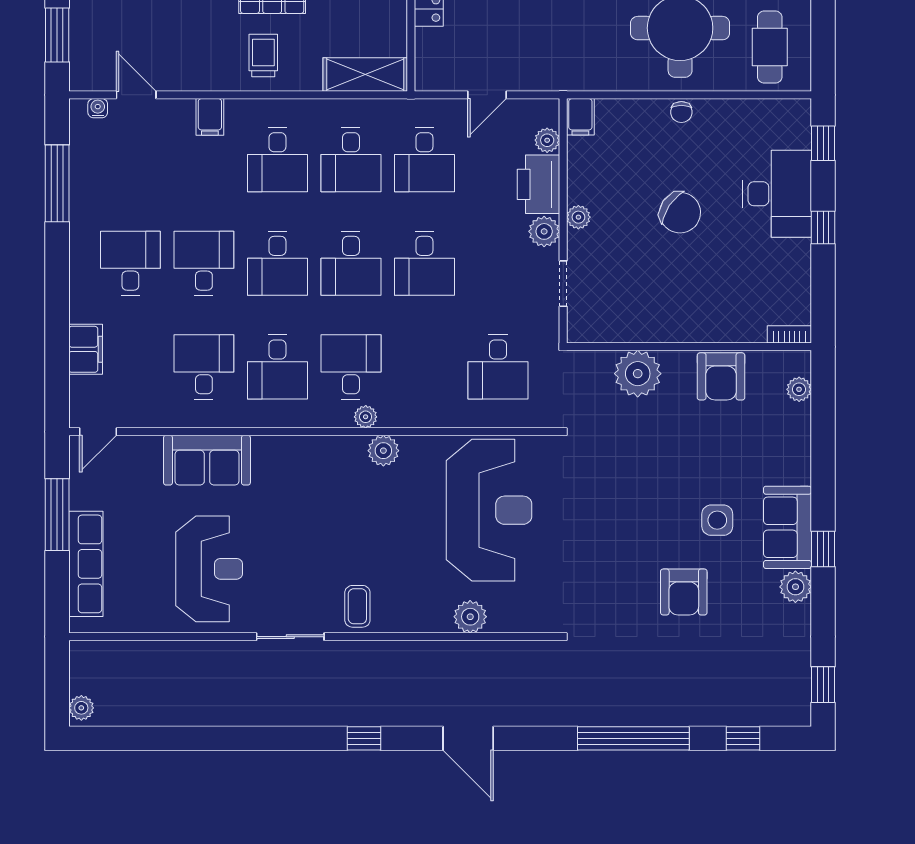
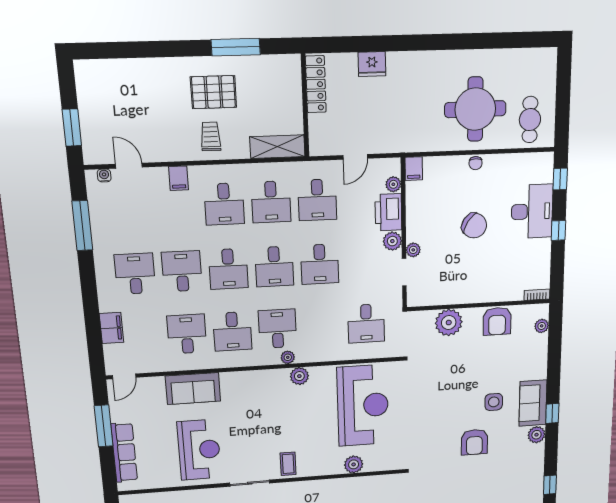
plant: (578, 217) -> (413, 250), moved

